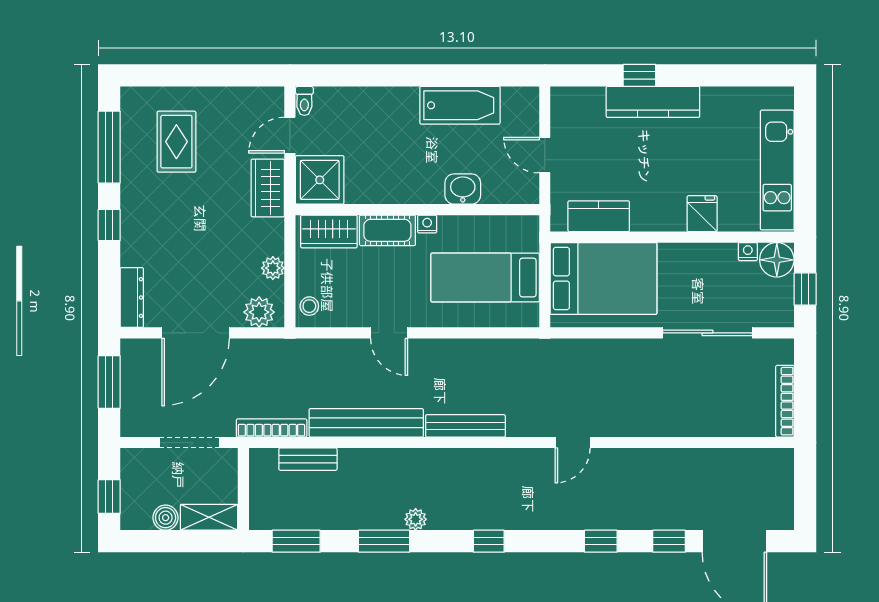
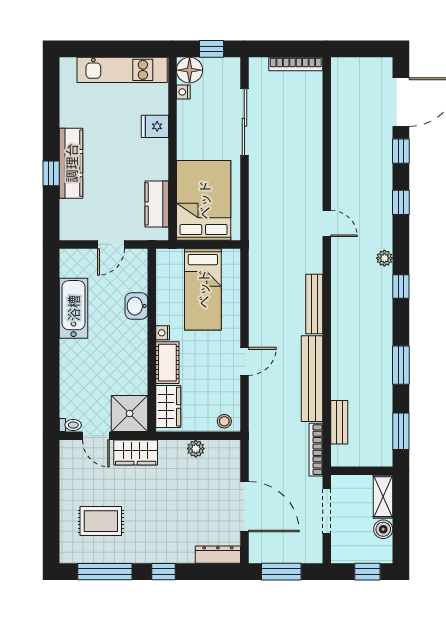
plant: (259, 312) -> (229, 459), removed
plant: (416, 519) -> (384, 258), moved

